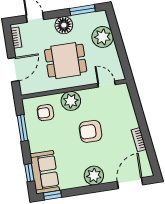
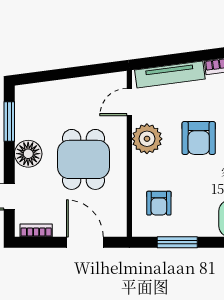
plant: (103, 37) -> (56, 97), removed
plant: (71, 101) -> (147, 139), moved
tv unit: (128, 107) -> (170, 74), added

